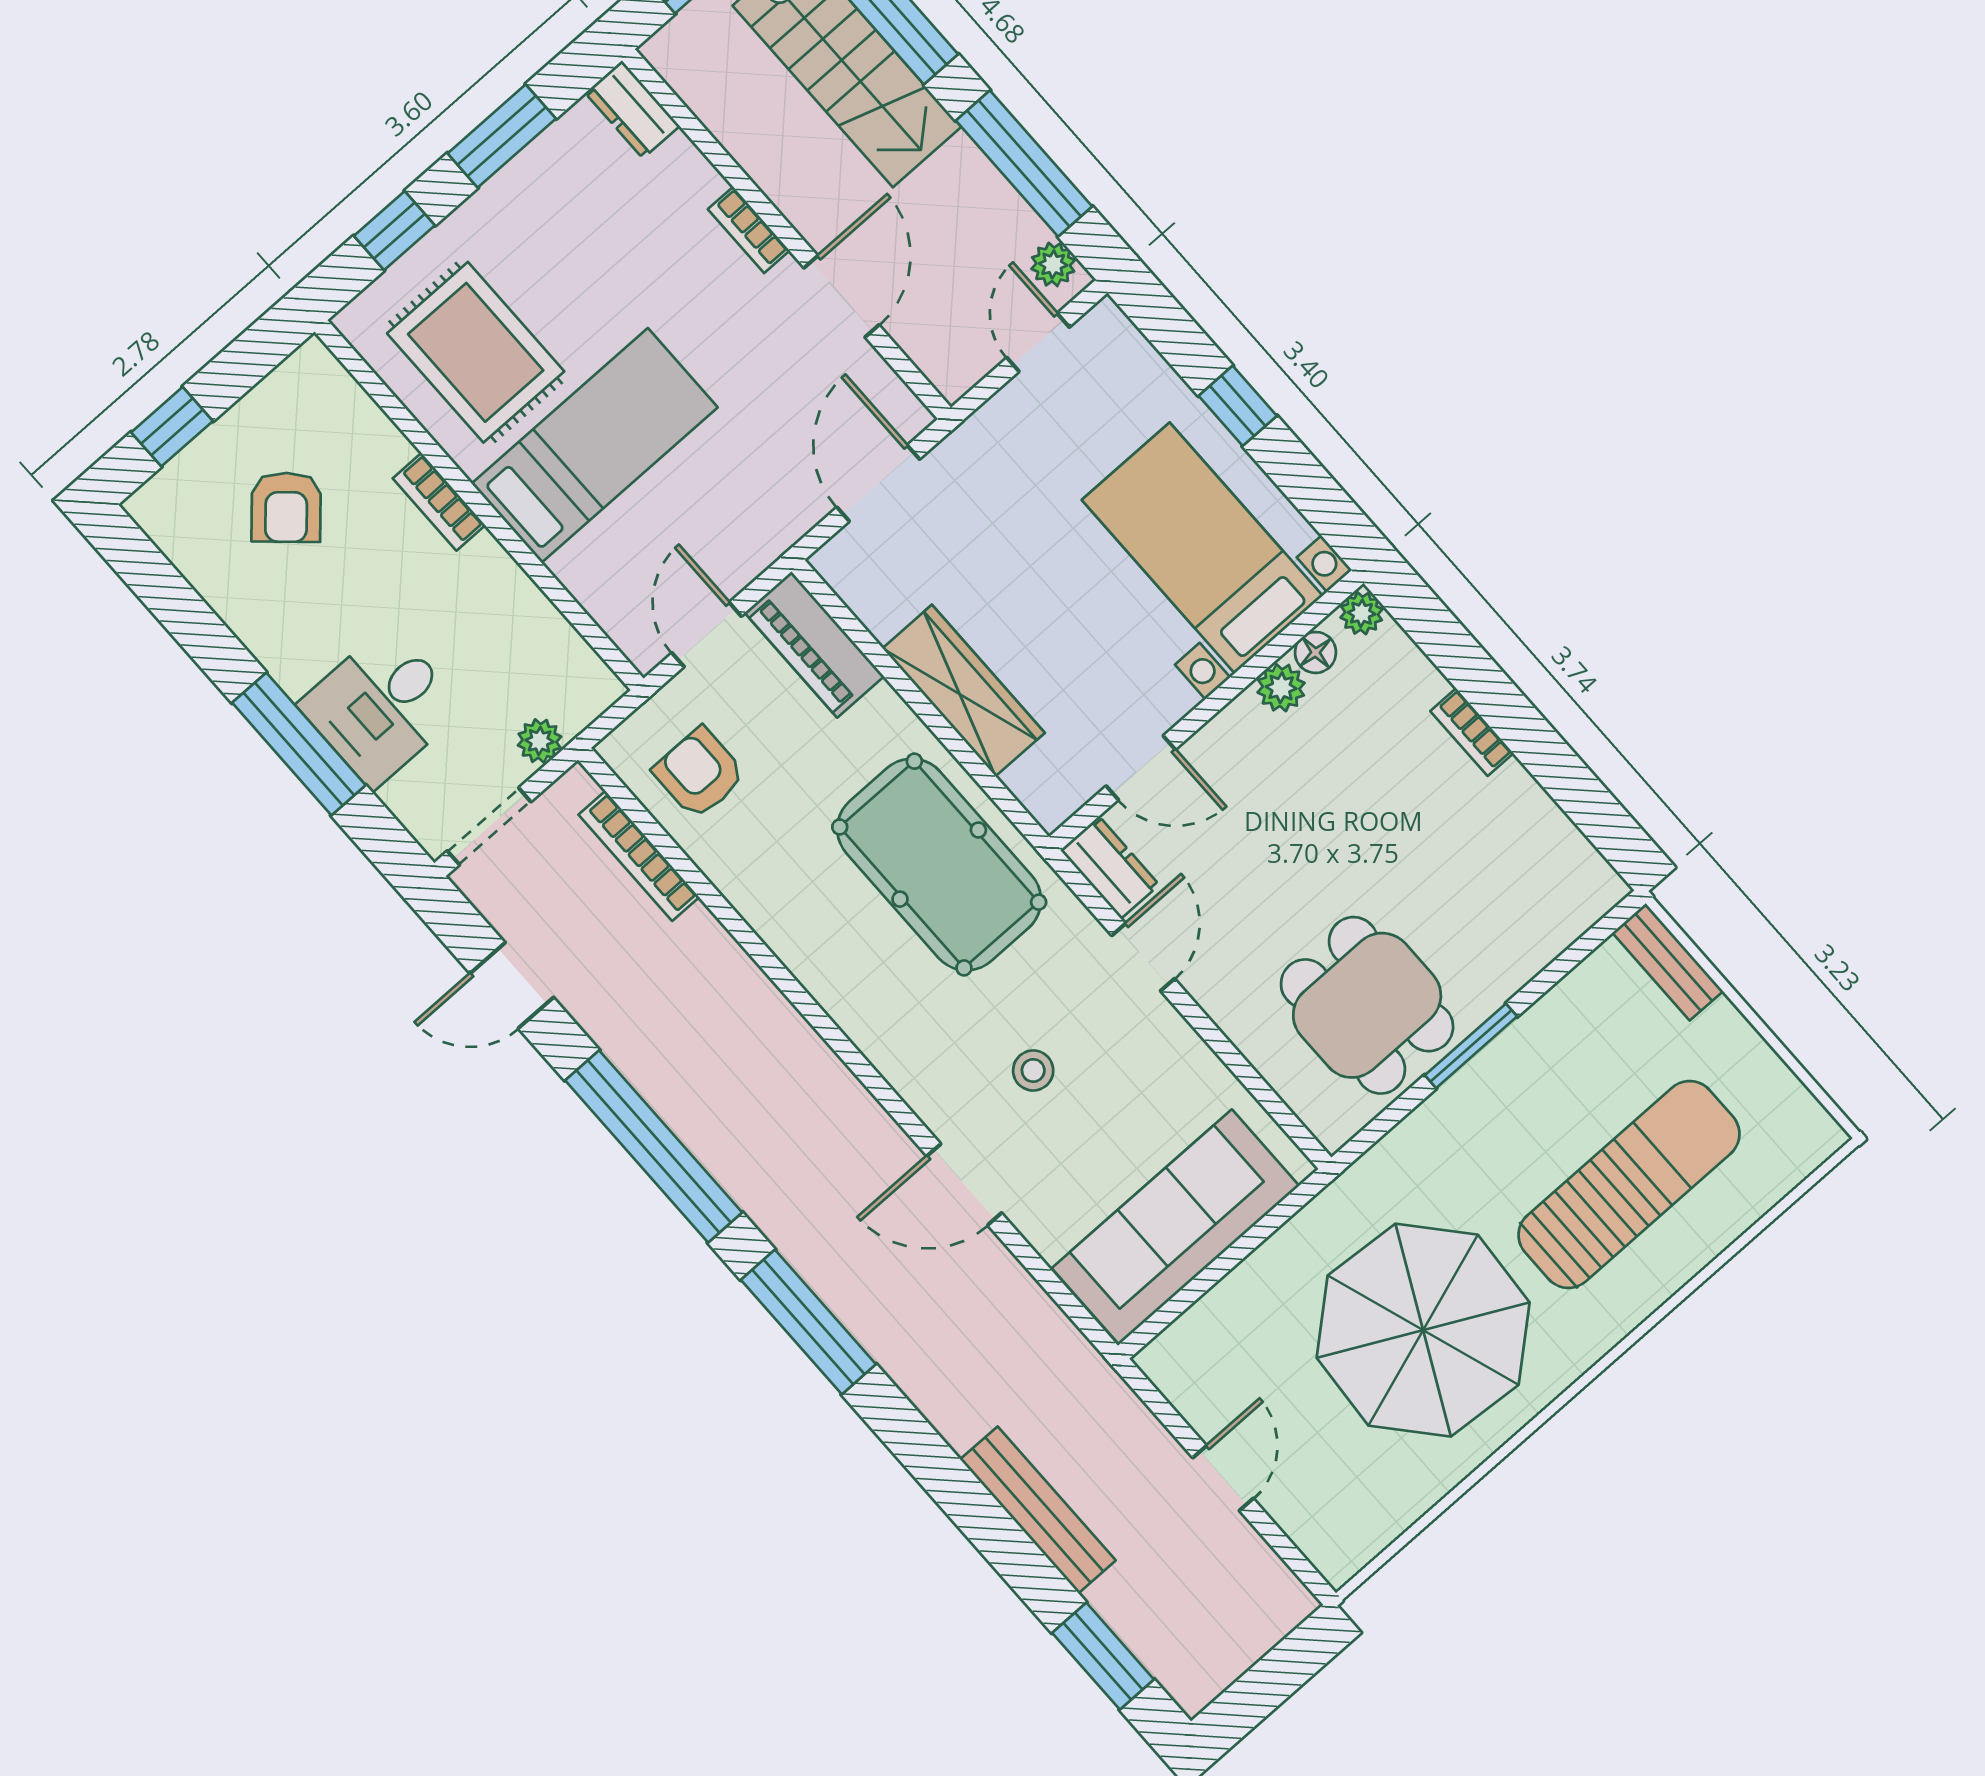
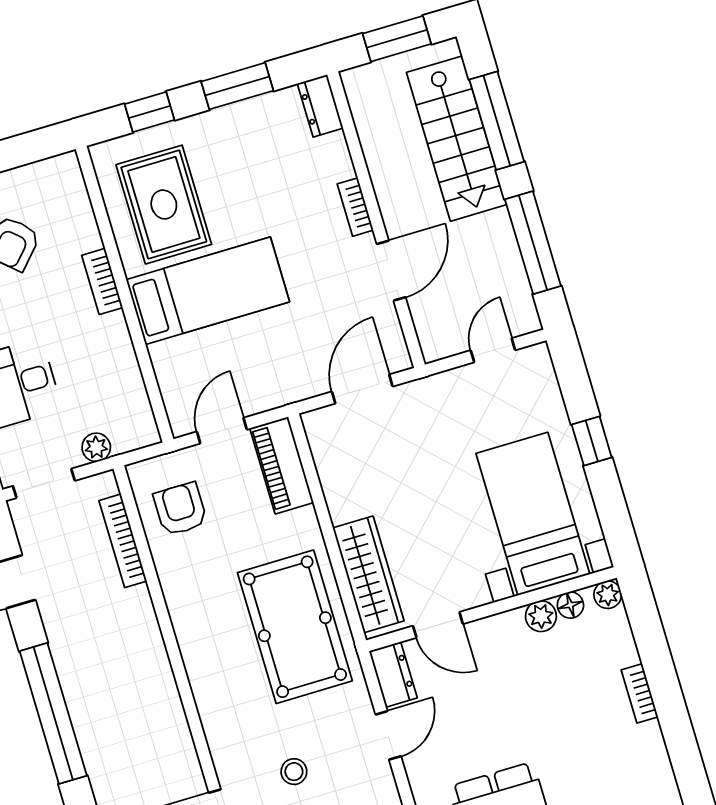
plant: (1053, 264) -> (523, 309), removed
wardrobe: (964, 691) -> (368, 574), moved

